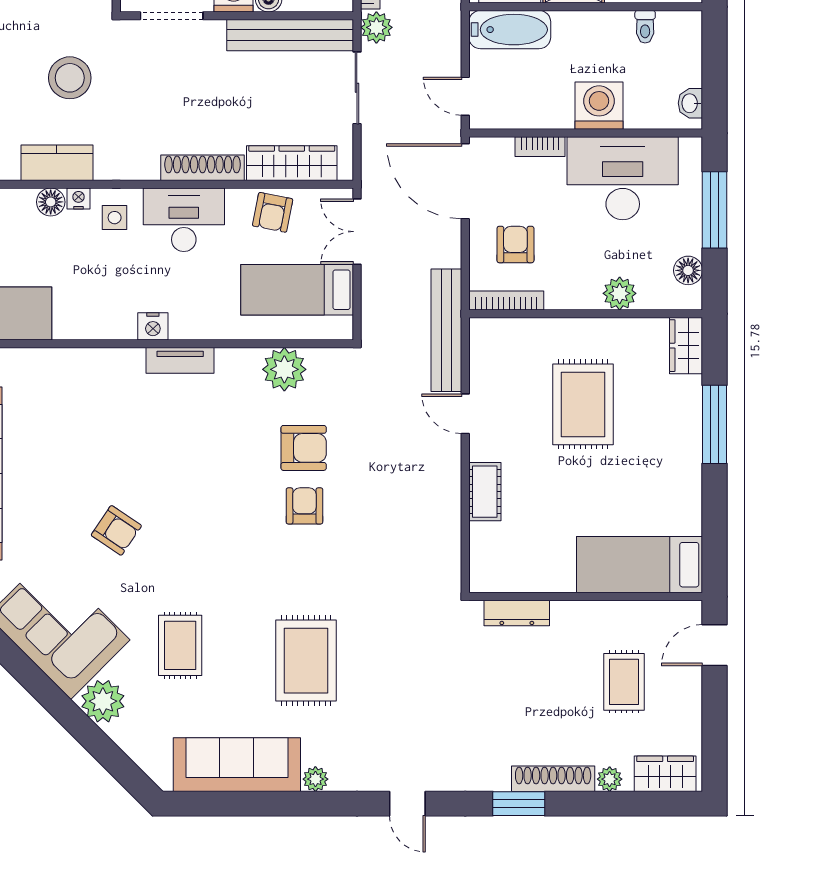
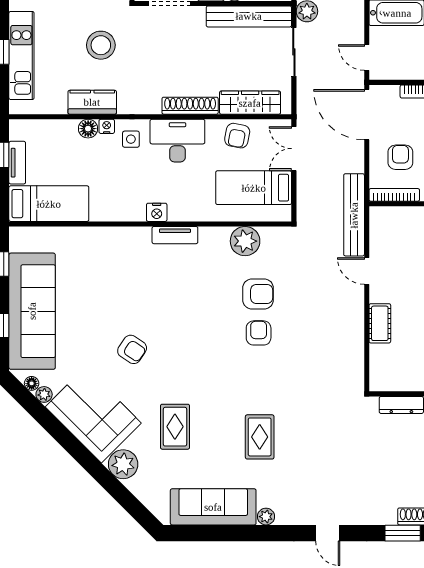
rug: (306, 661) -> (260, 437), width x0.73, depth x0.70

